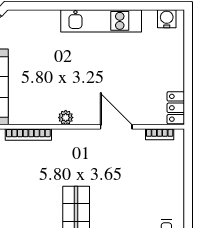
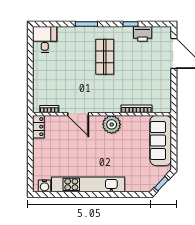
kitchen unit: (101, 21) -> (88, 184), width x1.36
plant: (66, 118) -> (112, 124), width x1.87, depth x1.87

